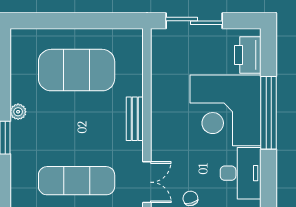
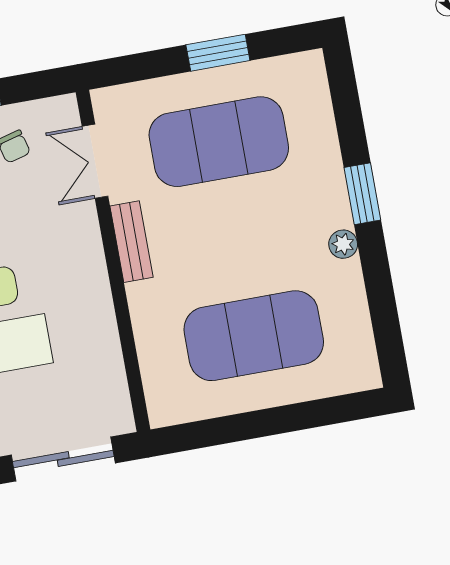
bench: (135, 119) -> (131, 242), moved
exercise mat: (77, 181) -> (219, 142), width x1.47

